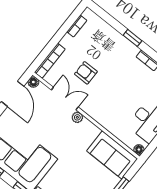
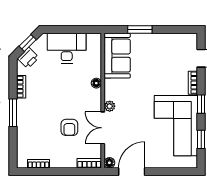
window: (132, 38) -> (13, 113), width x1.50
bookcase: (50, 61) -> (89, 163), width x0.64
floor lamp: (139, 149) -> (96, 83), moved

